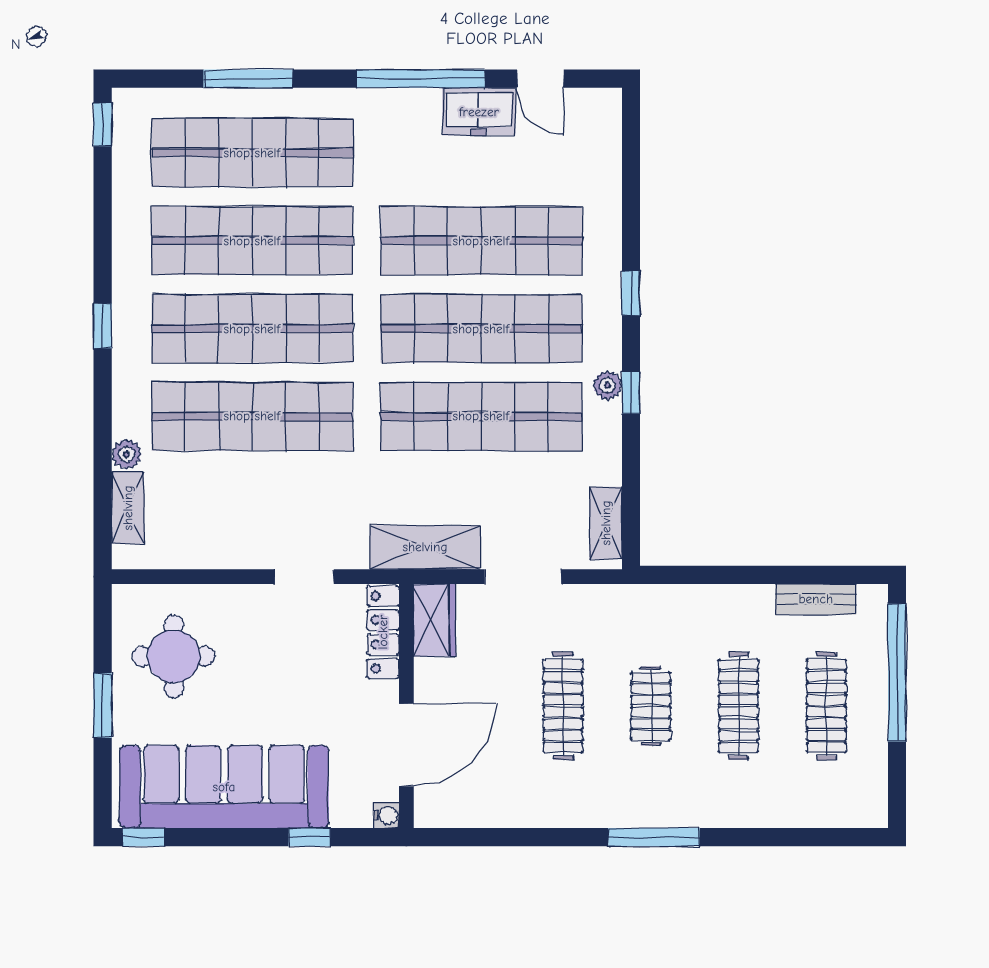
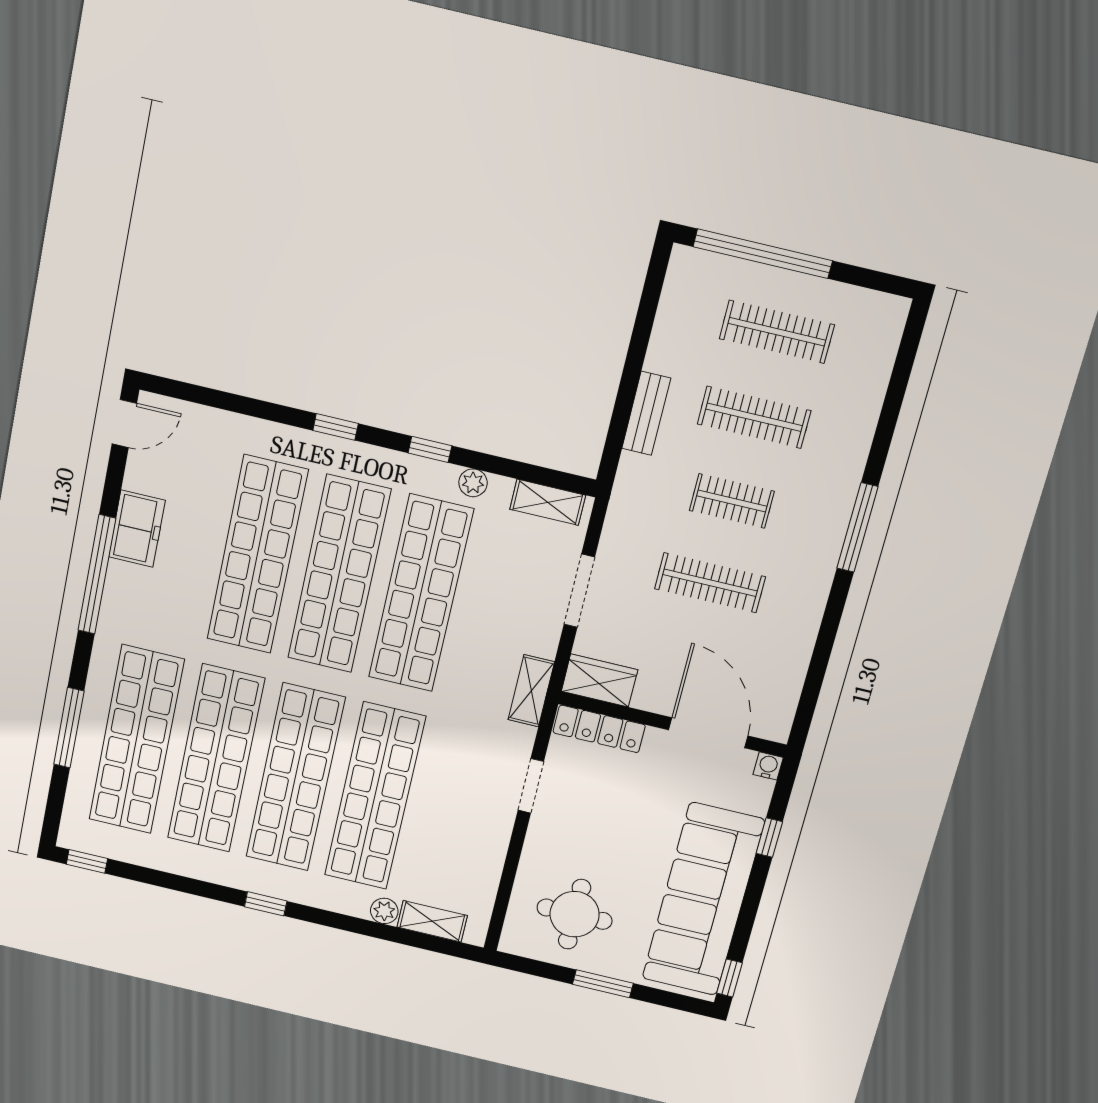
door: (540, 79) -> (124, 424), moved
plant: (608, 385) -> (473, 483), moved
shelving: (425, 547) -> (531, 691), width x0.67, depth x0.75
bench: (816, 599) -> (646, 413), moved

